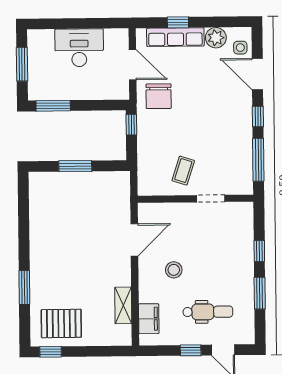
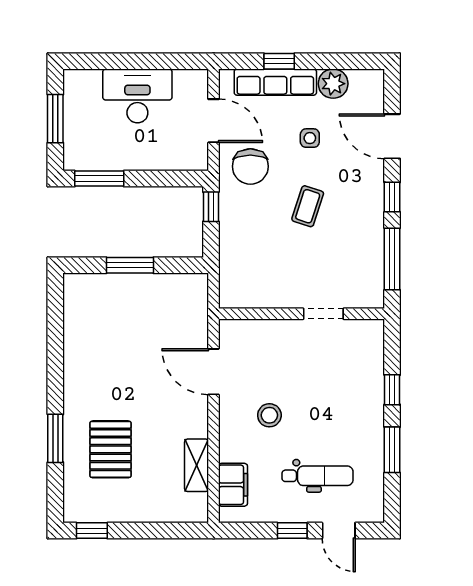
side table: (240, 48) -> (310, 138), moved
coffee table: (183, 171) -> (308, 206), moved
door: (134, 240) -> (214, 372), swing flipped
pallet: (61, 323) -> (110, 449), moved, turned 90

